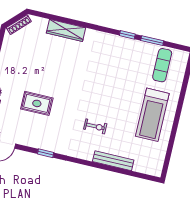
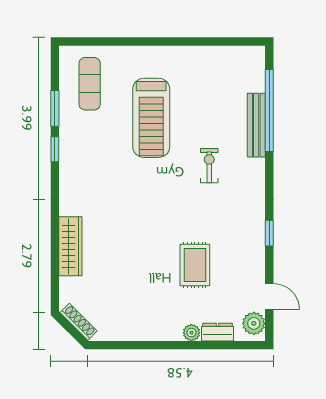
exercise mat: (162, 65) -> (90, 84), turned 90
treadmill: (152, 115) -> (151, 118), moved, turned 90
window: (120, 171) -> (269, 110), added

